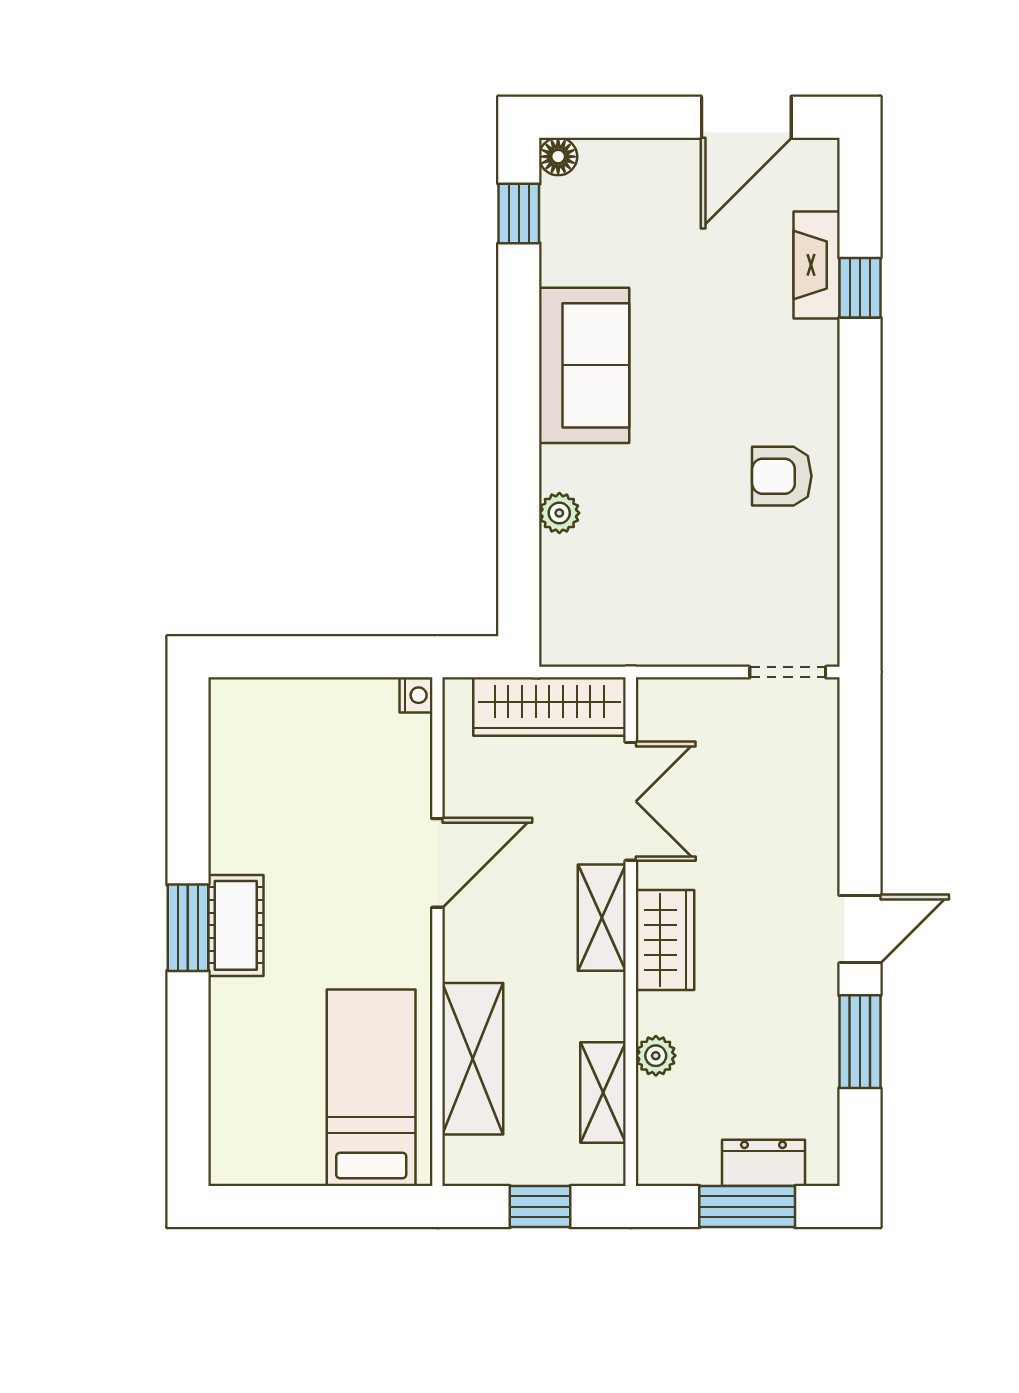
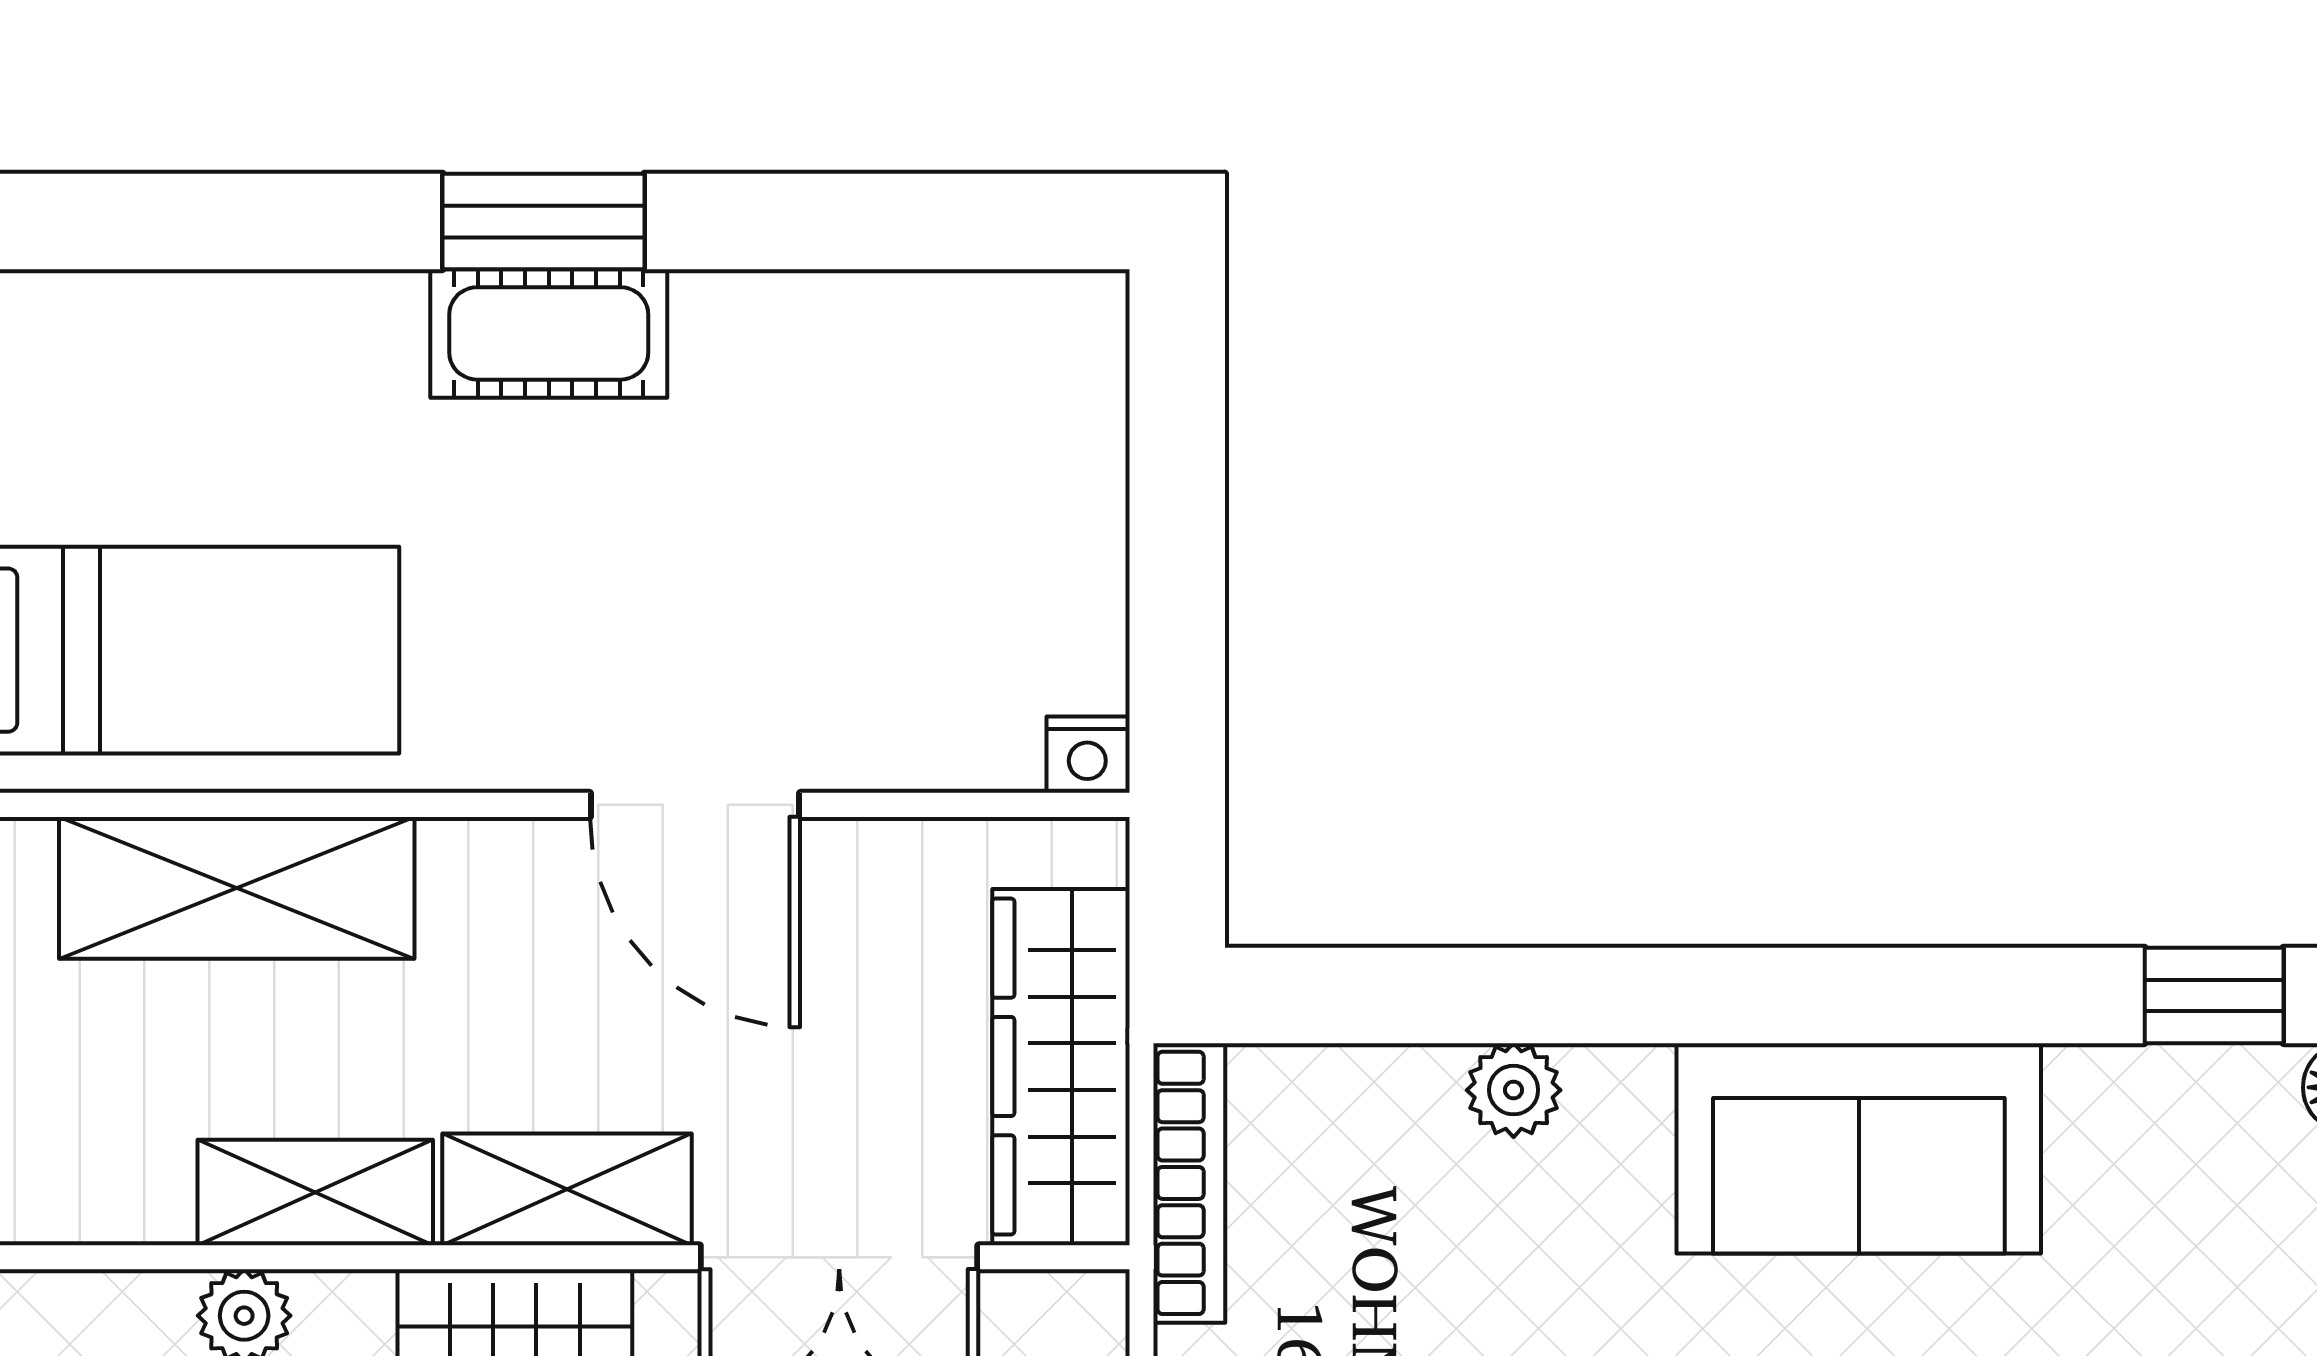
bookcase: (599, 652) -> (1189, 1183), added
shelving: (603, 1092) -> (315, 1192), moved

